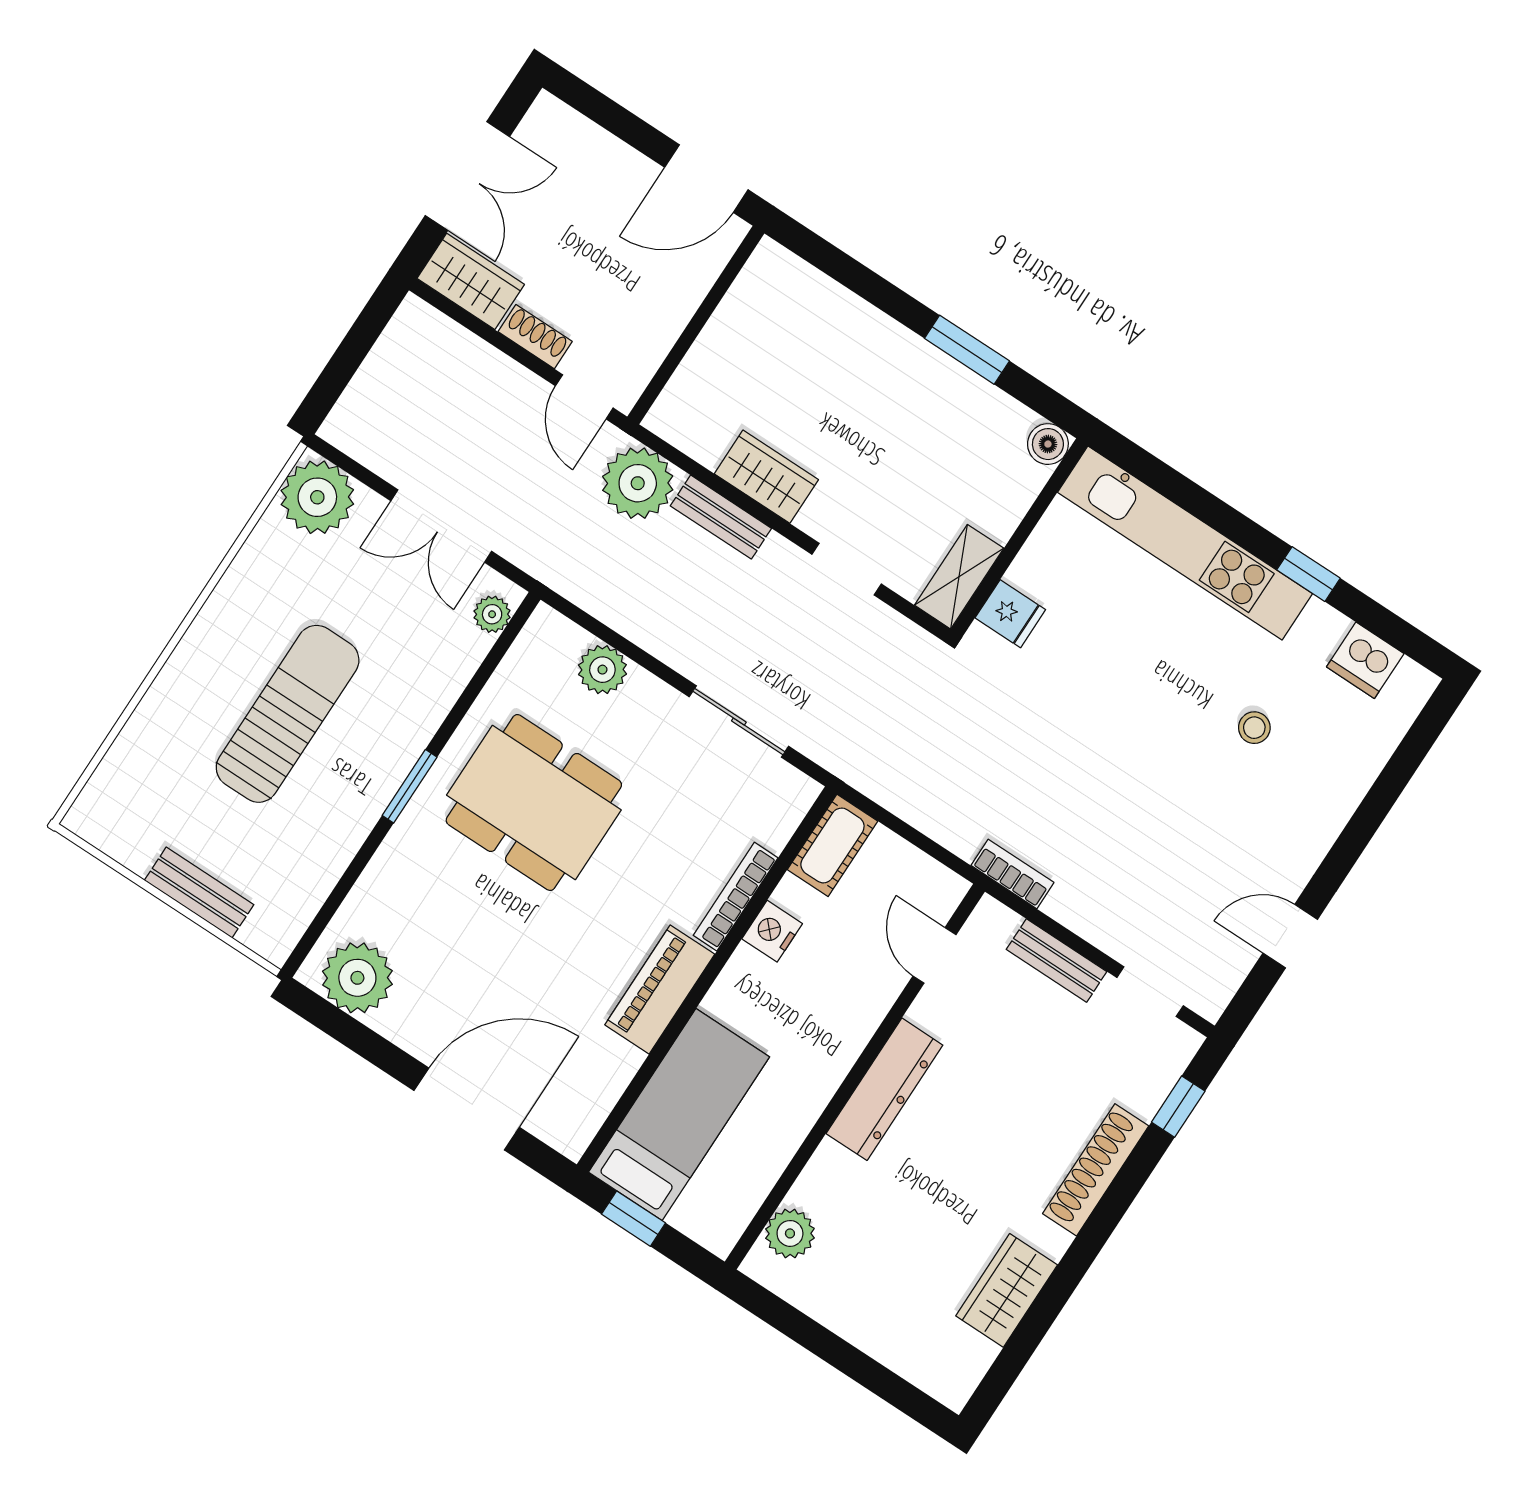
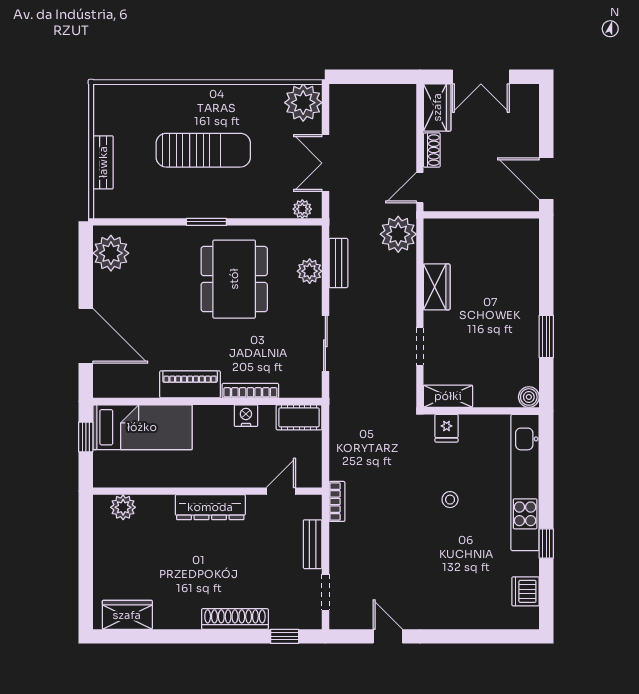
bench: (721, 517) -> (338, 263), moved
stool: (1254, 728) -> (450, 500), moved
wardrobe: (1007, 1290) -> (127, 615), moved

